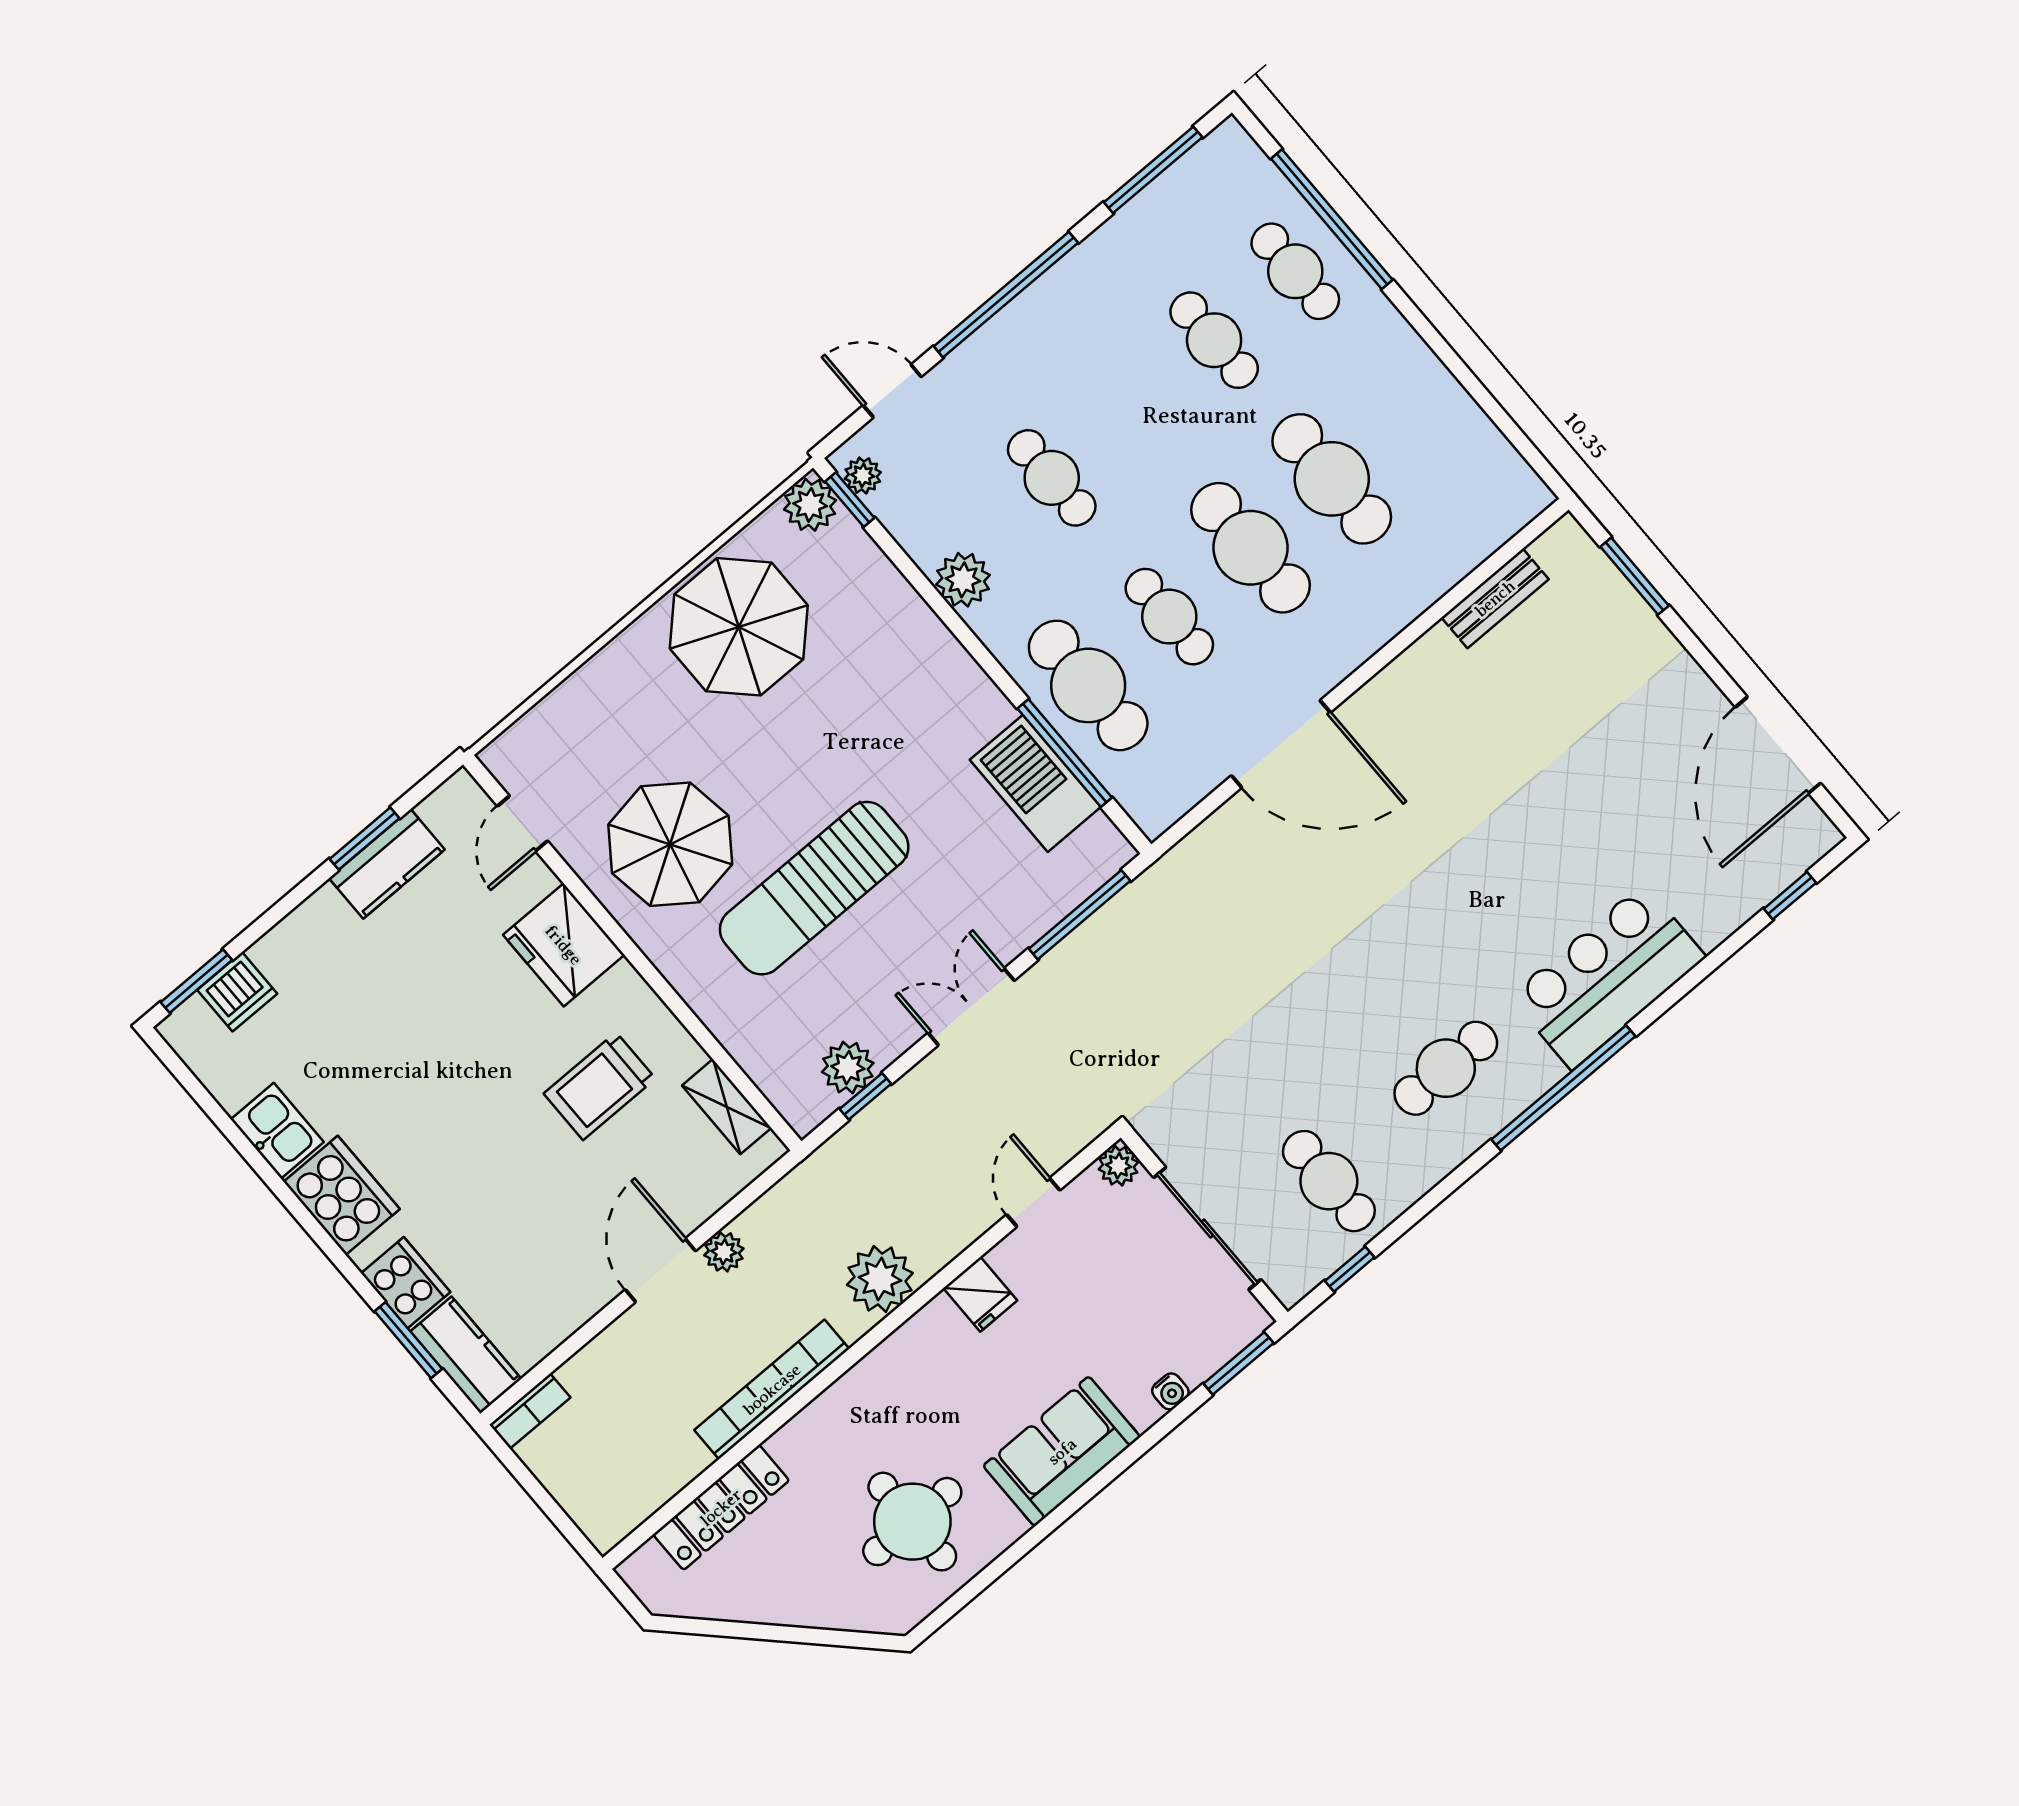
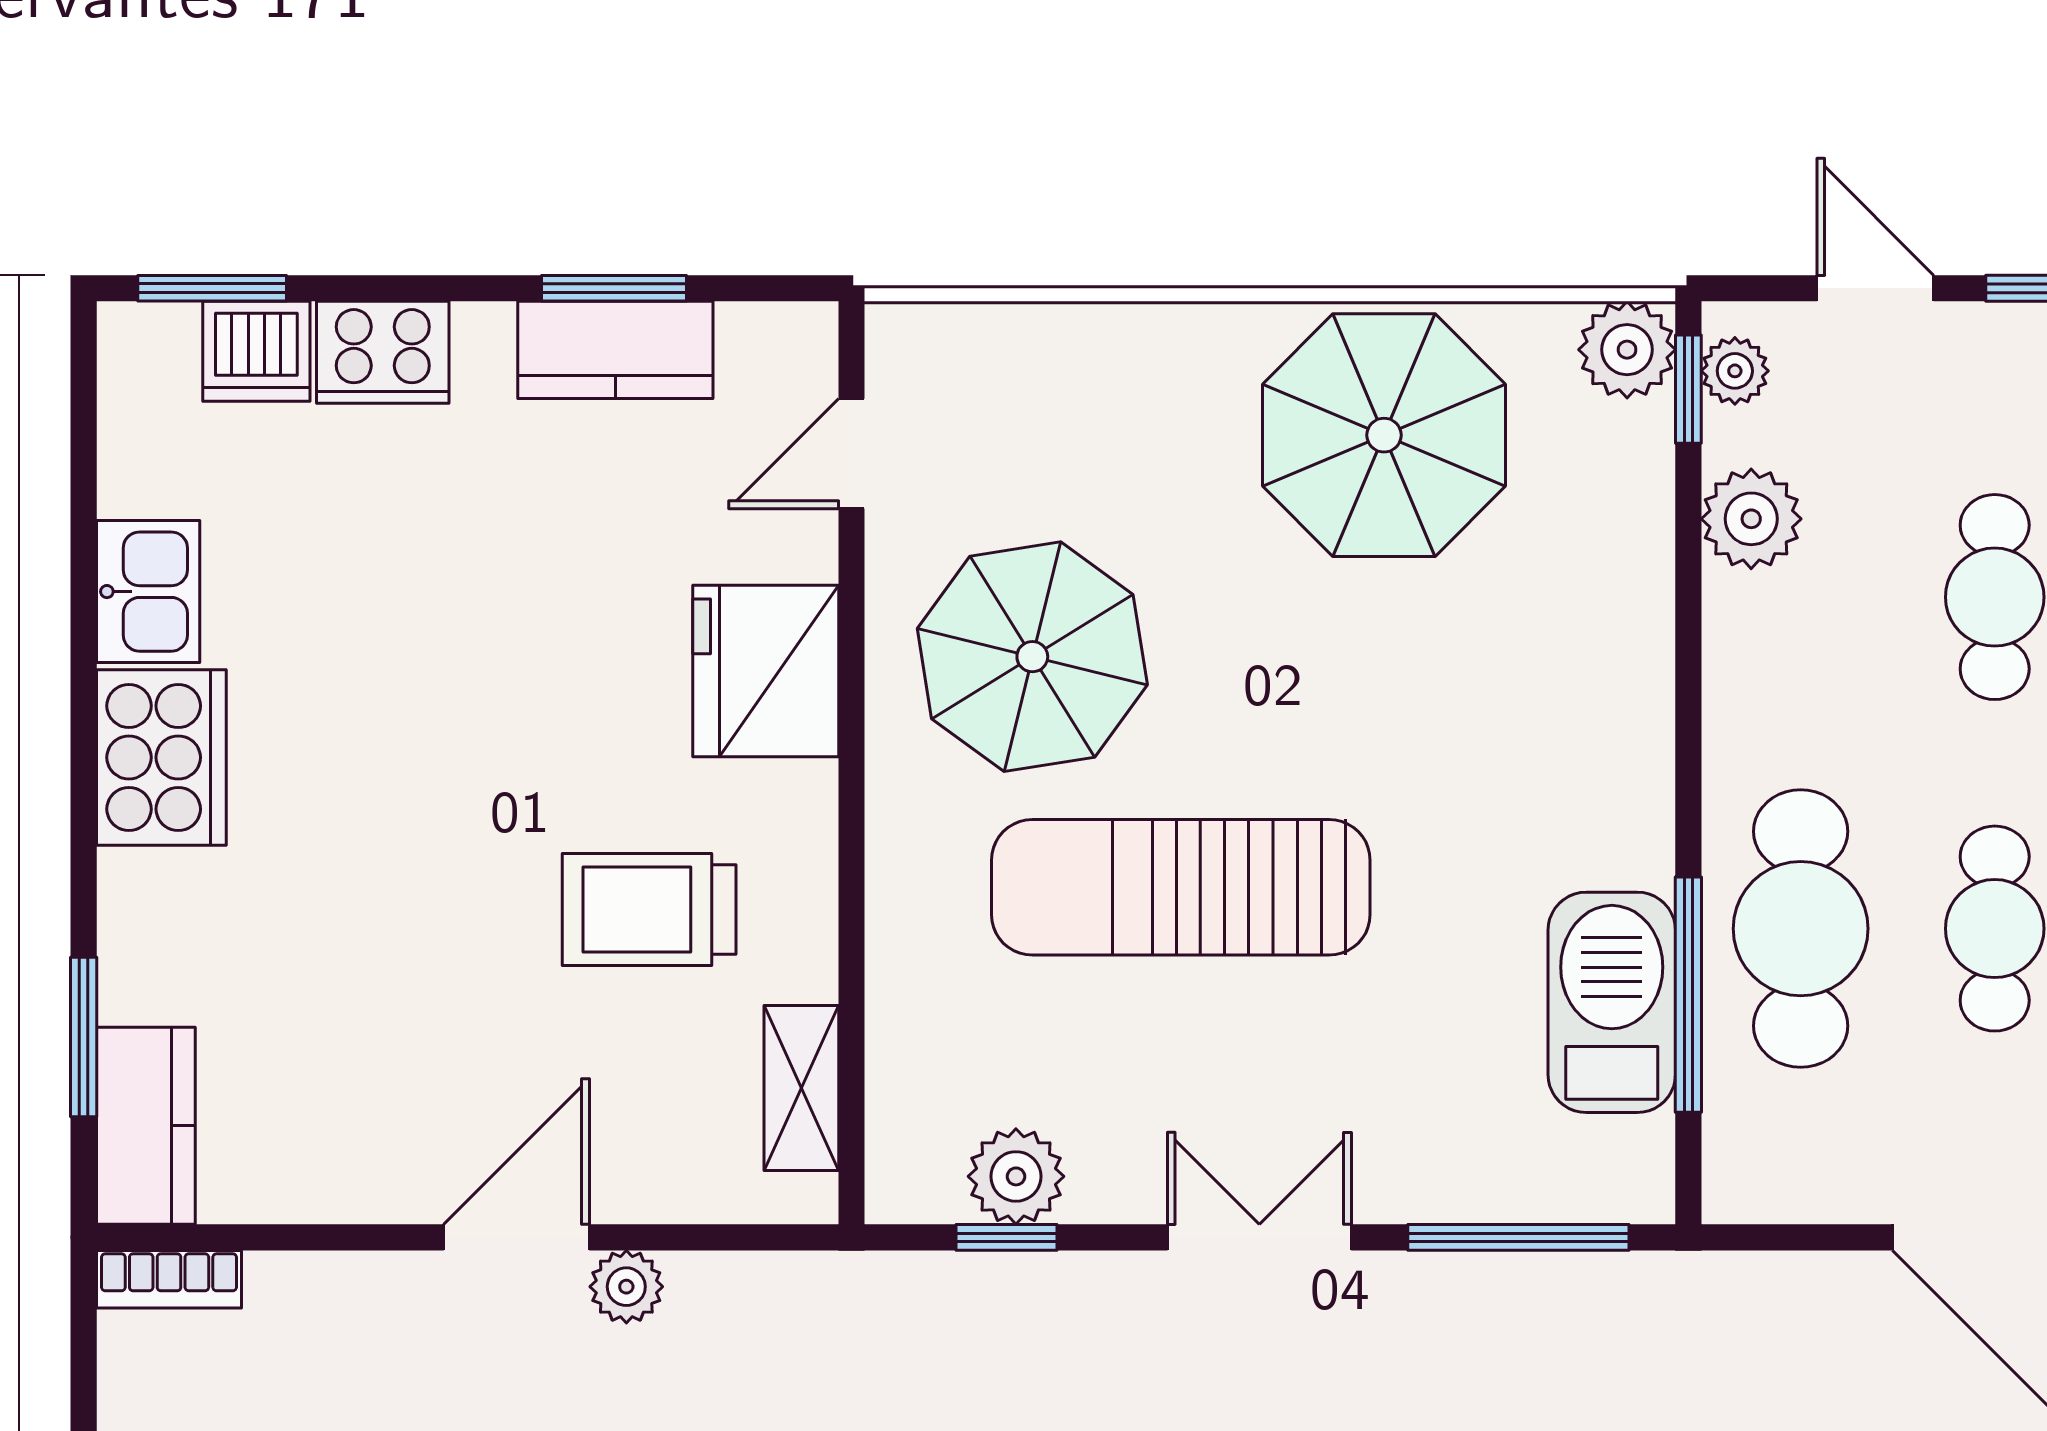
plant: (963, 580) -> (1751, 519), moved
cooker: (406, 1283) -> (383, 352), moved, turned 90

